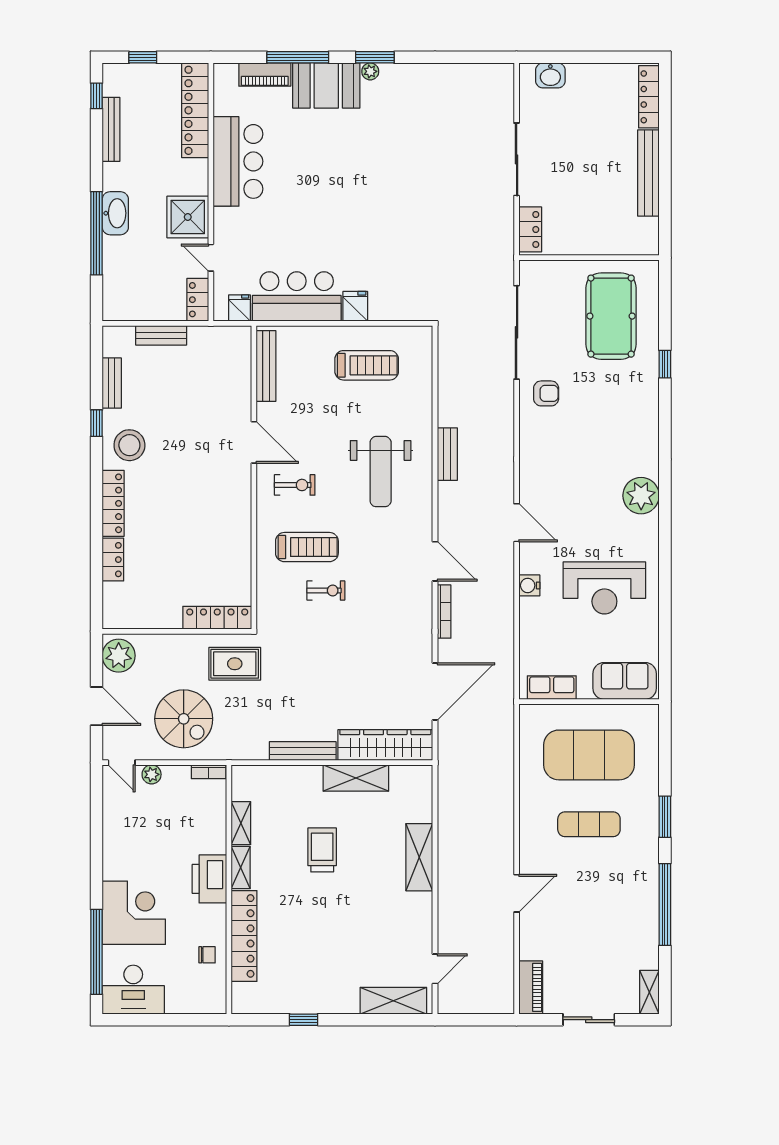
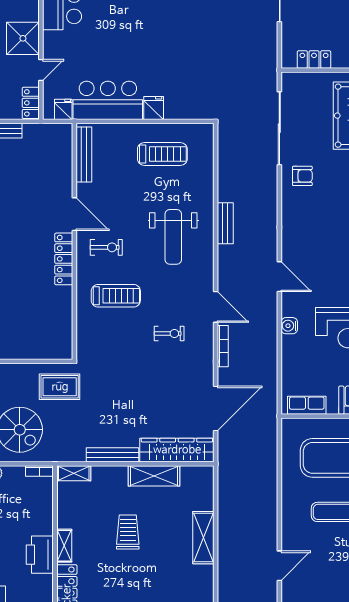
locker: (530, 229) -> (314, 59), moved, turned -90
door: (211, 258) -> (41, 70), swing flipped
exercise bike: (326, 590) -> (169, 334), moved
locker: (217, 618) -> (64, 259), moved, turned -90
shelving: (241, 823) -> (74, 473), moved, turned 90

